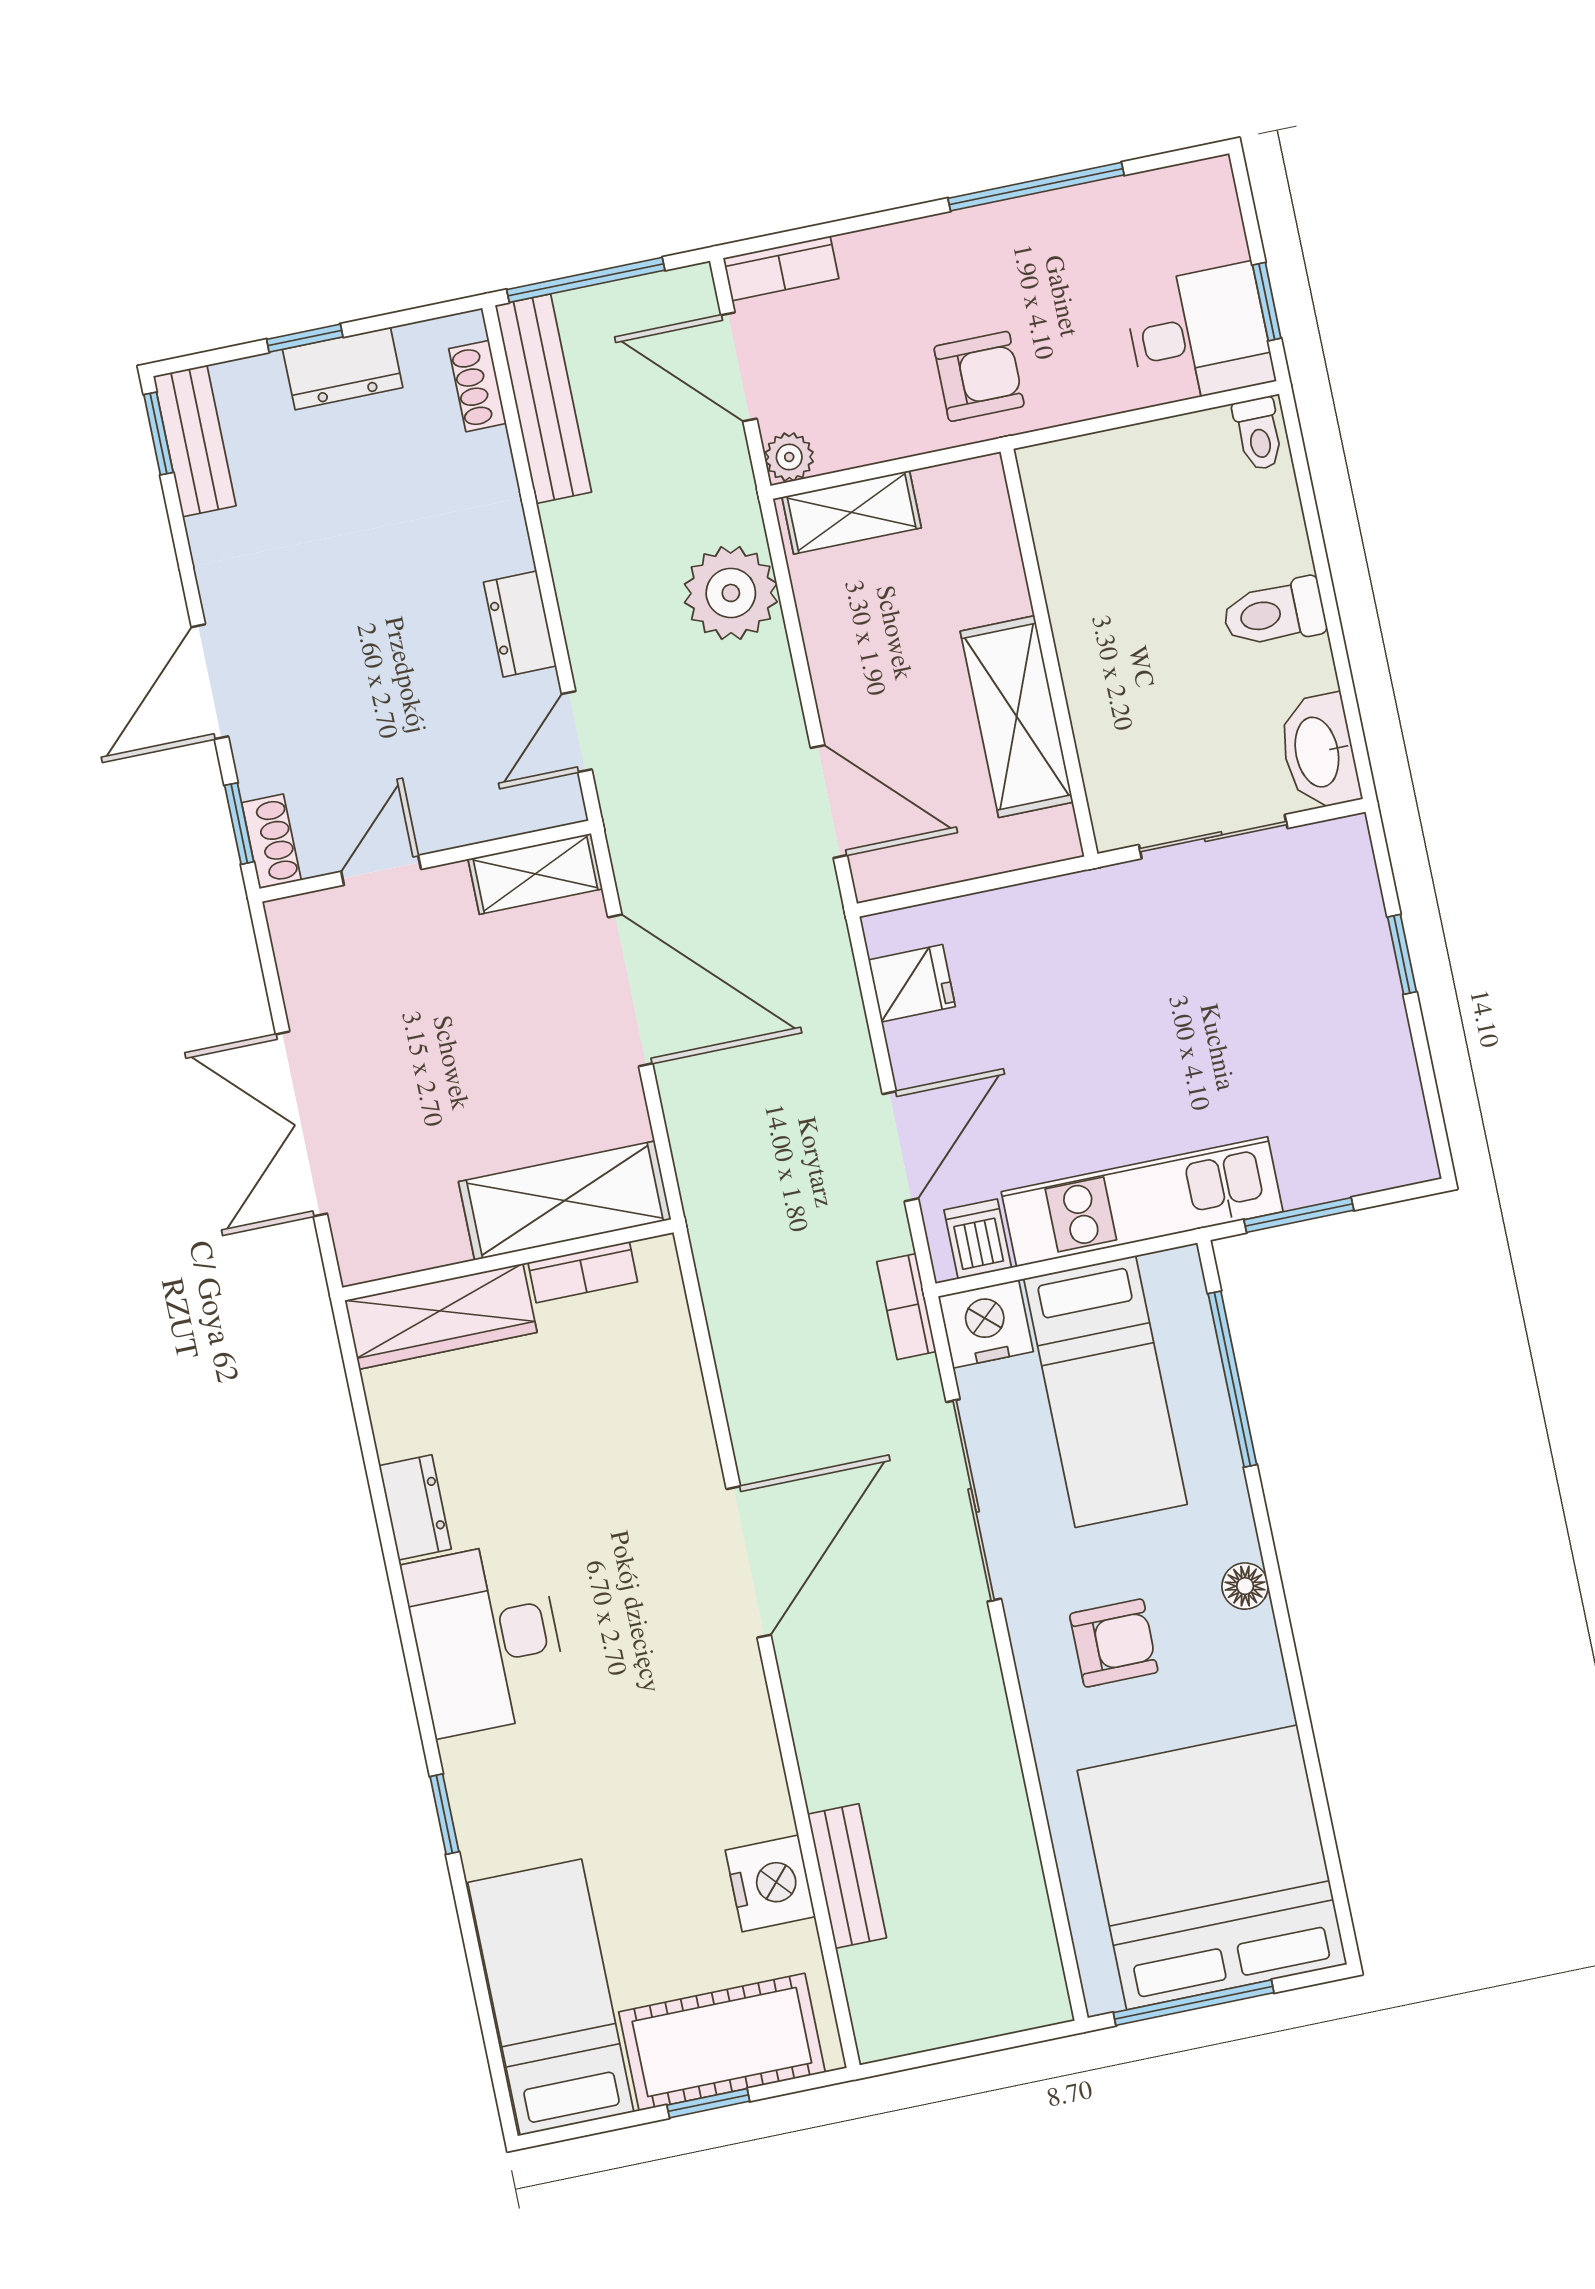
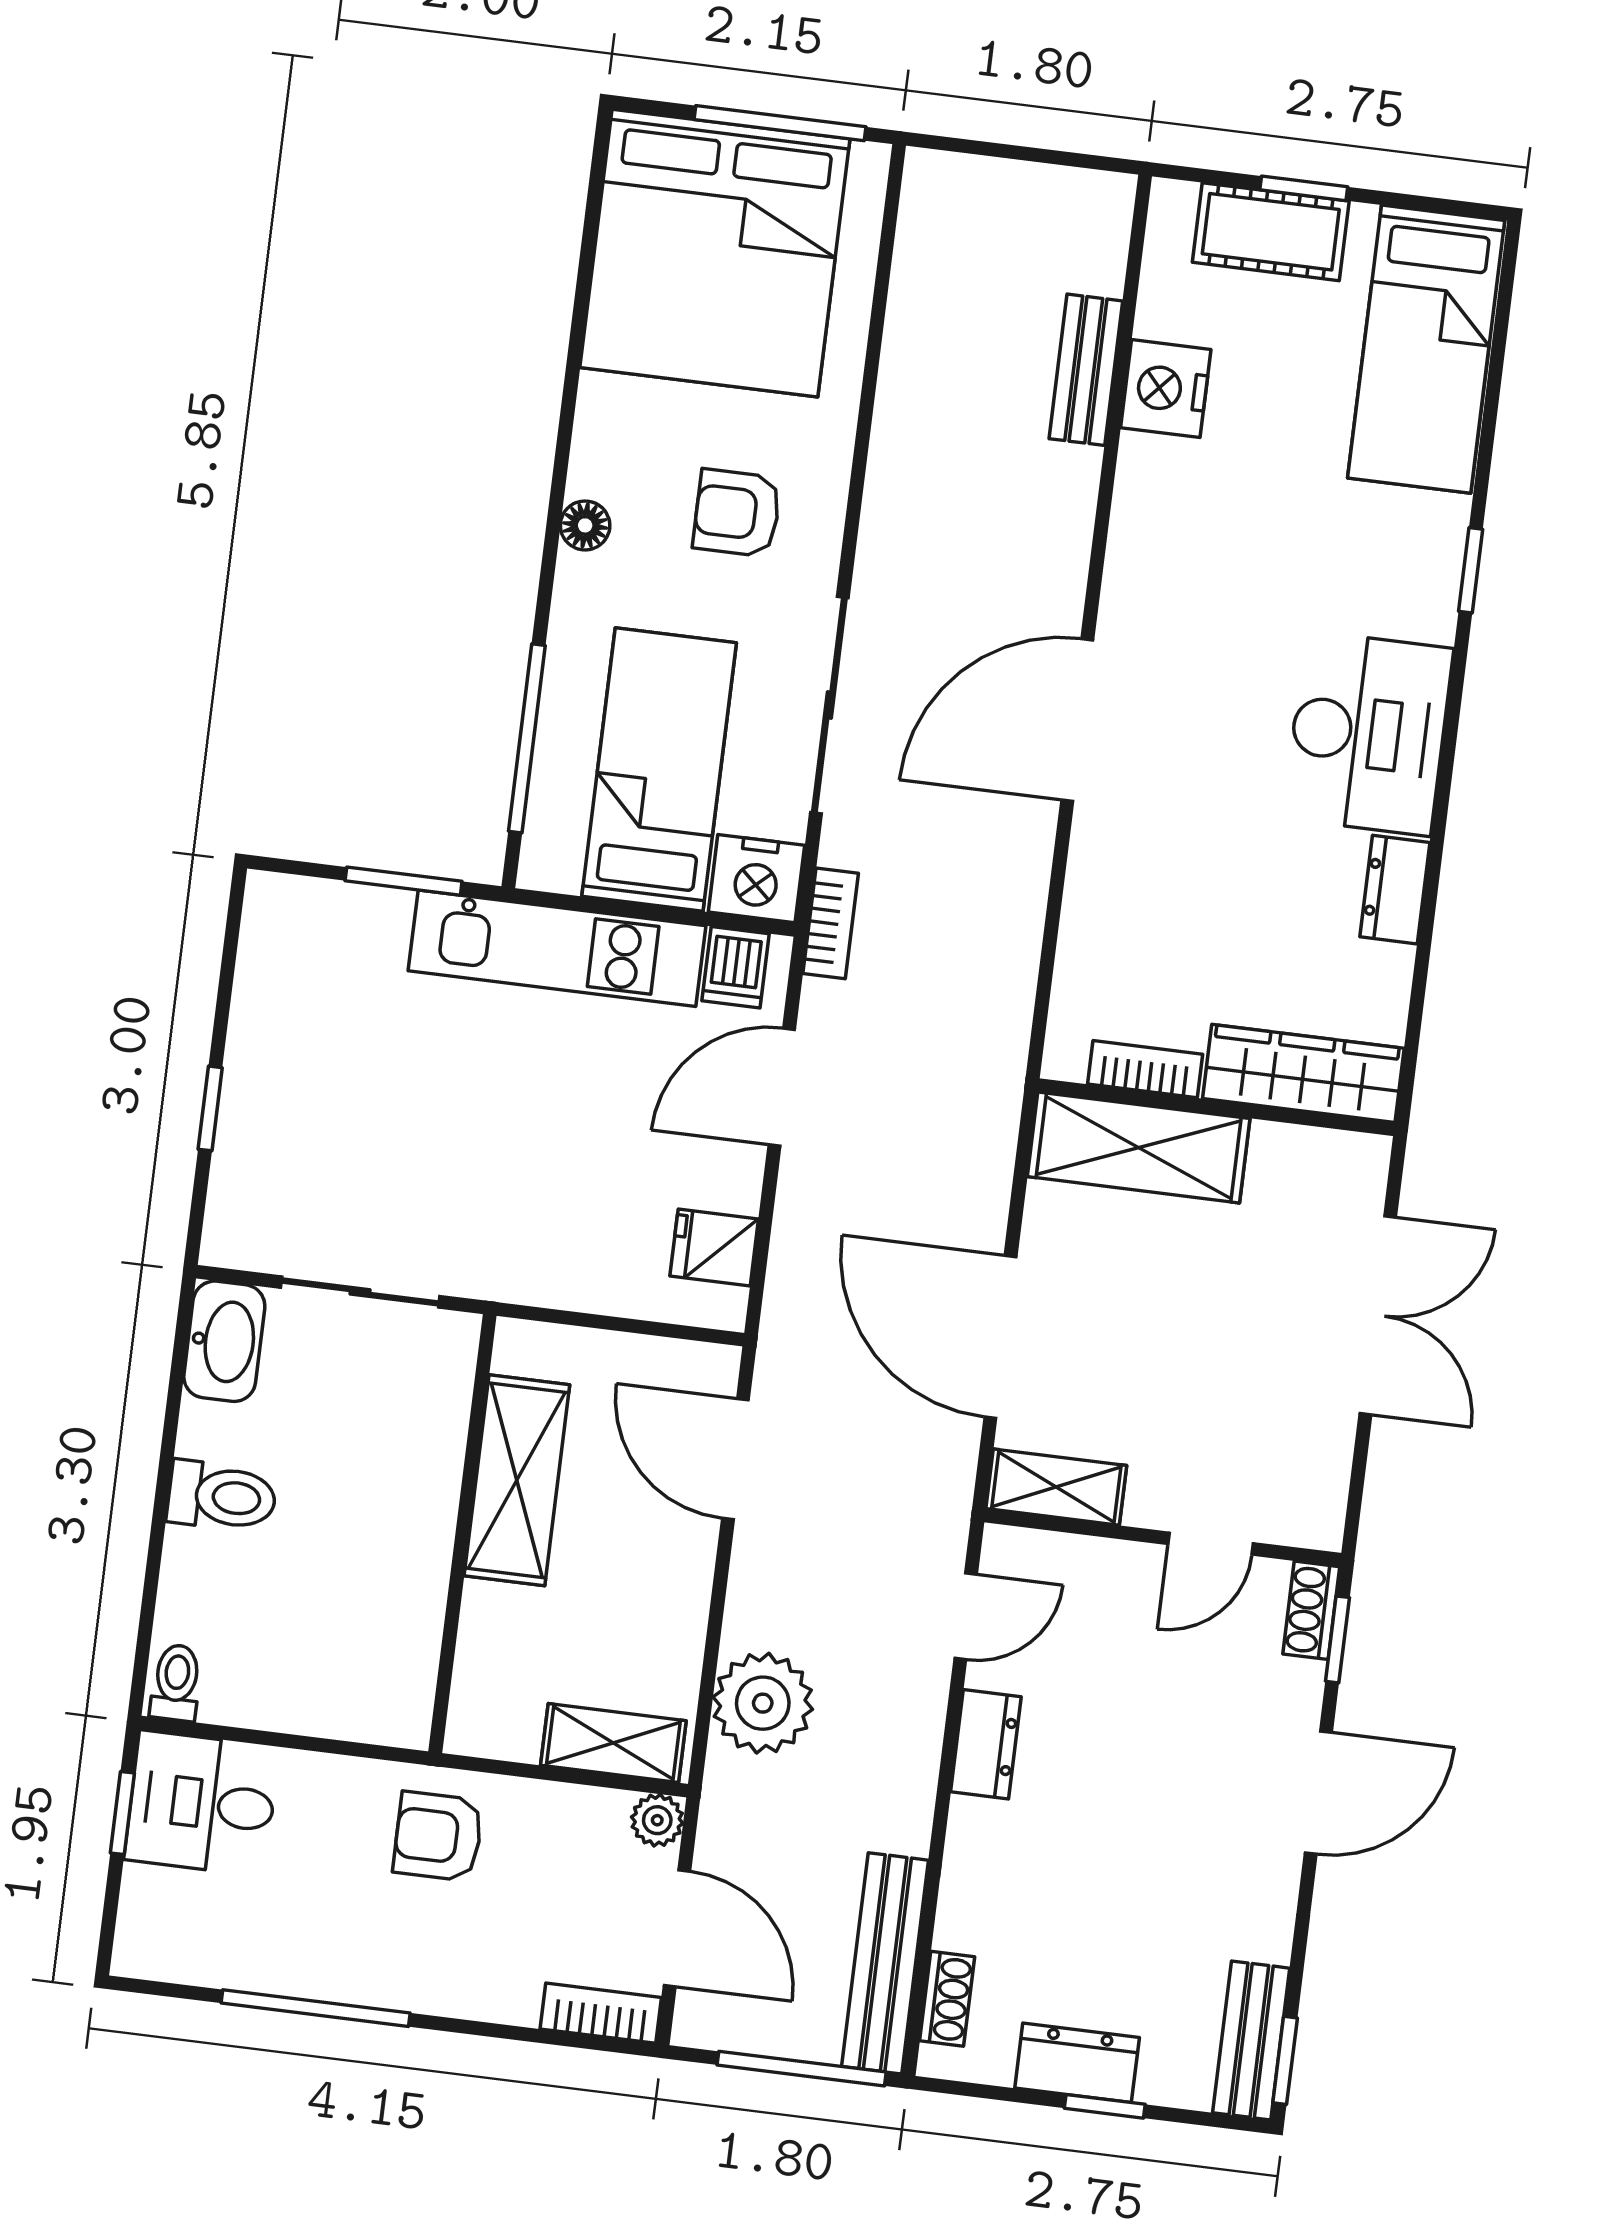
cot: (722, 2042) -> (1271, 232), width x0.73, depth x0.75

